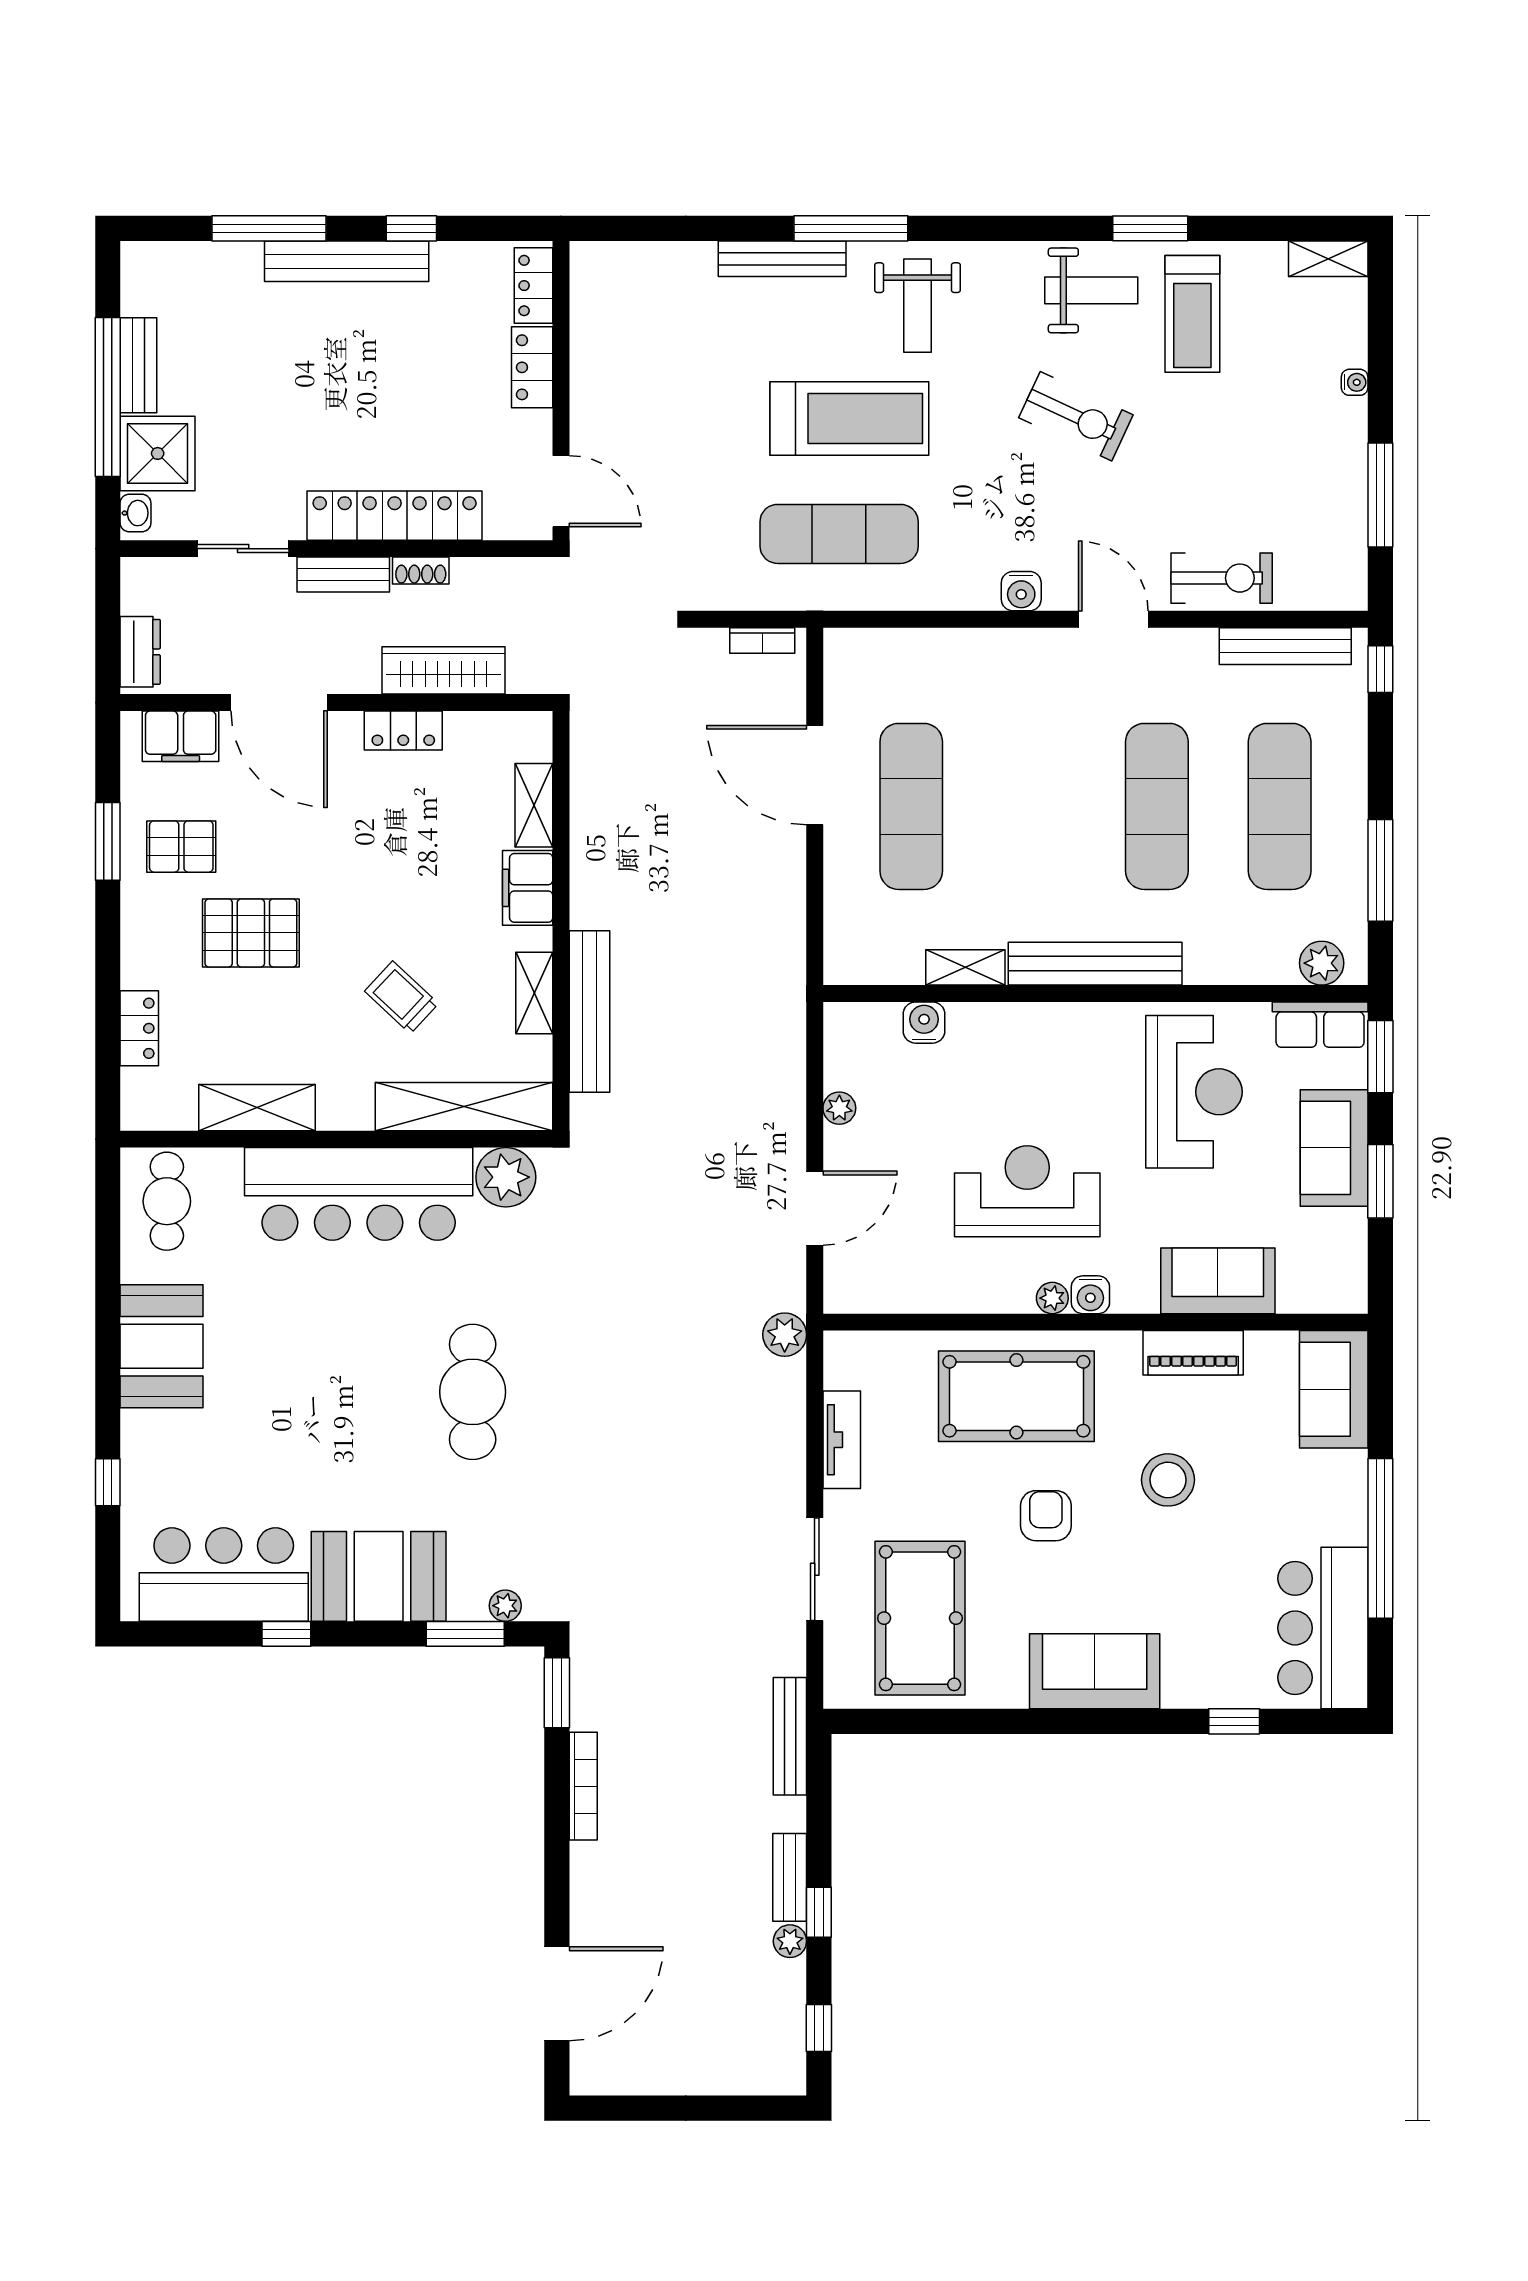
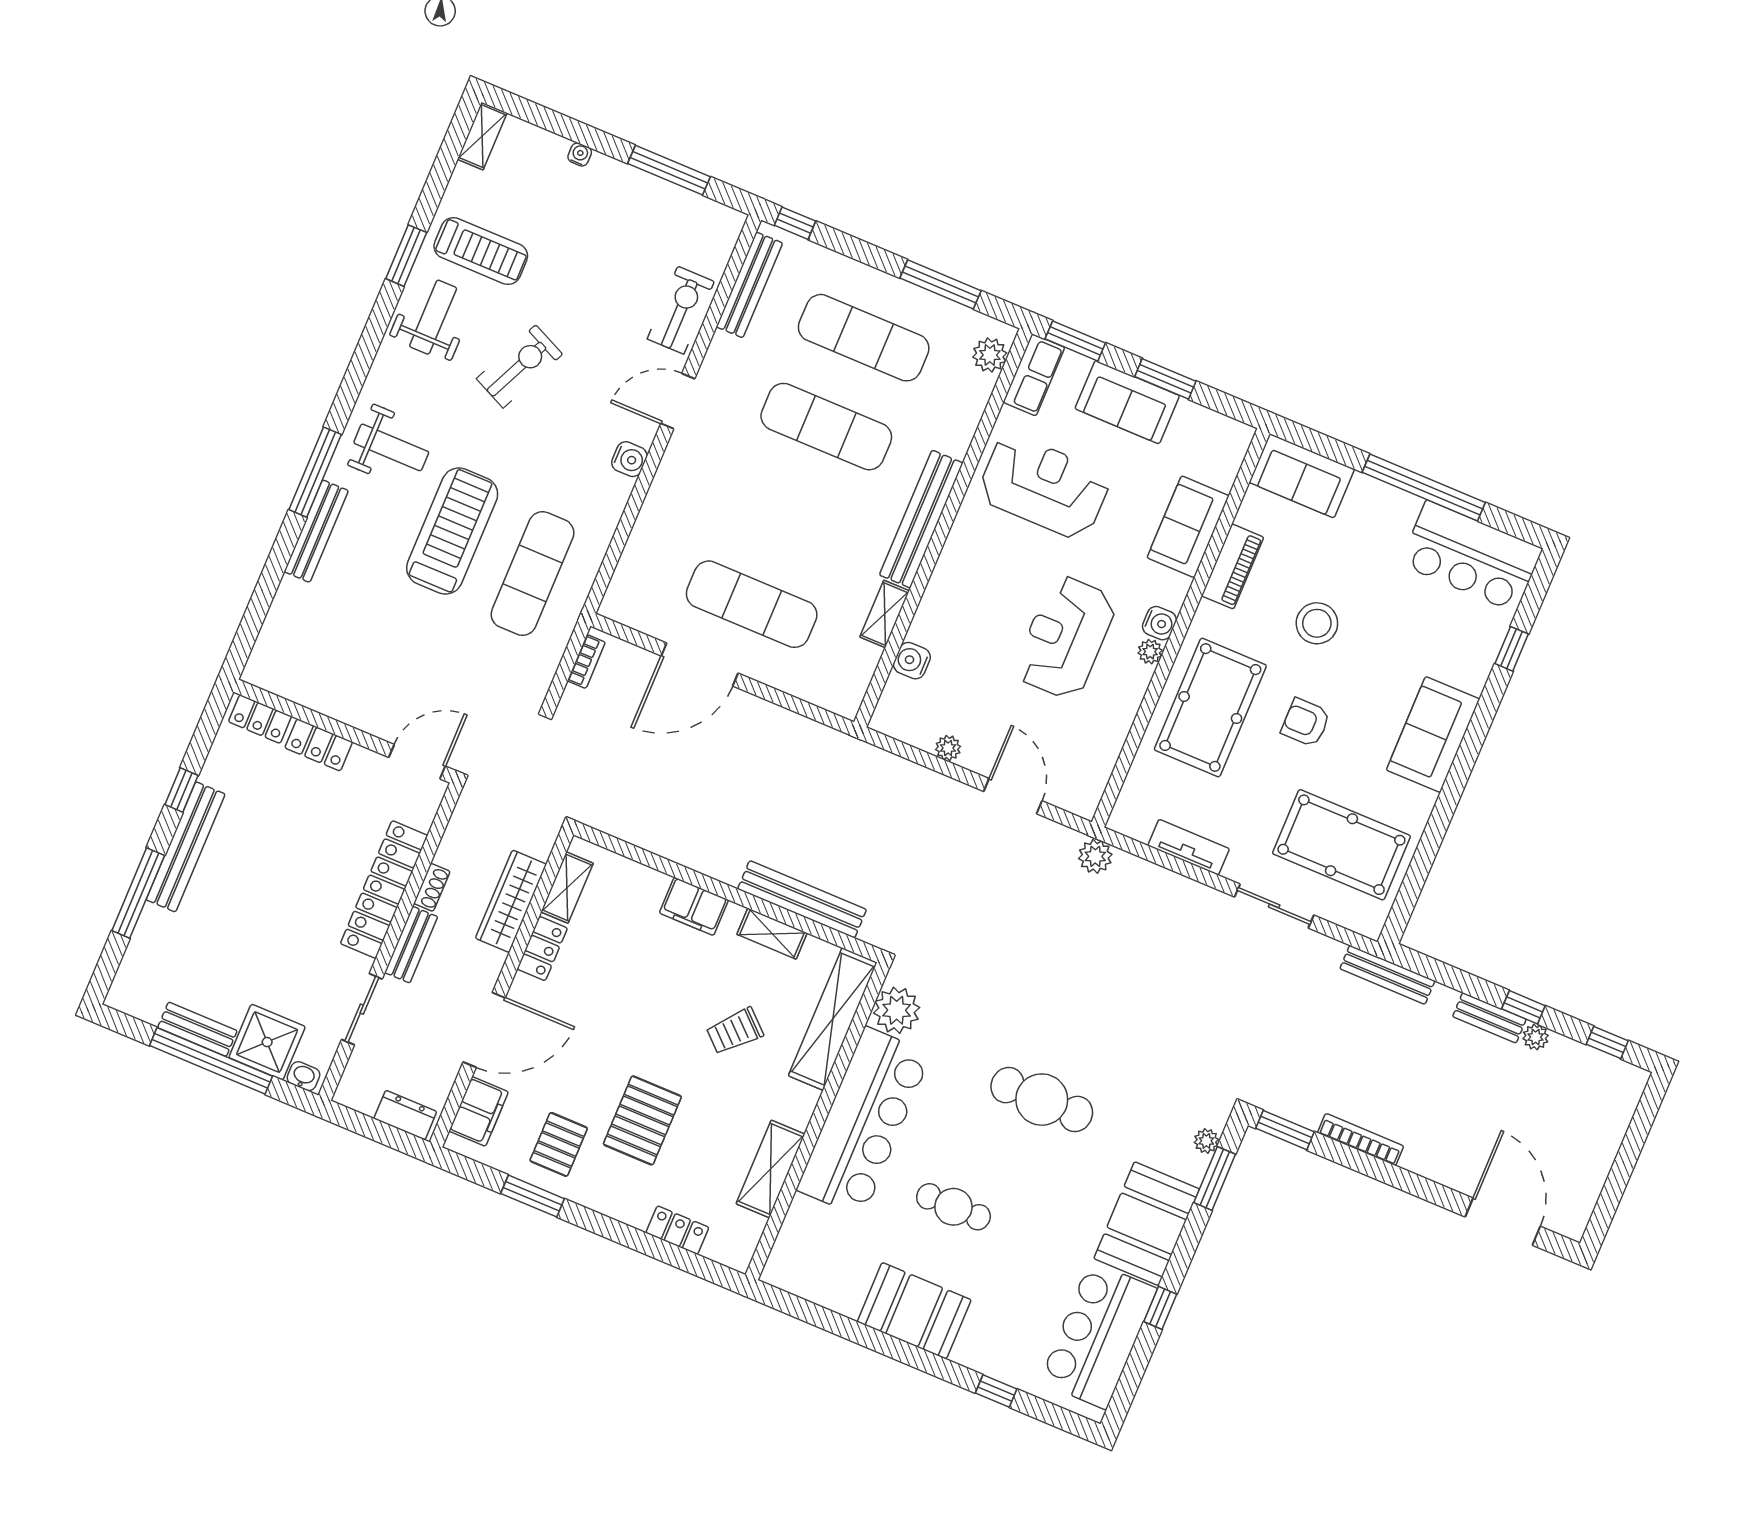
shelving: (534, 805) -> (567, 888), moved, turned 90
cafe table: (167, 1201) -> (953, 1207), moved

